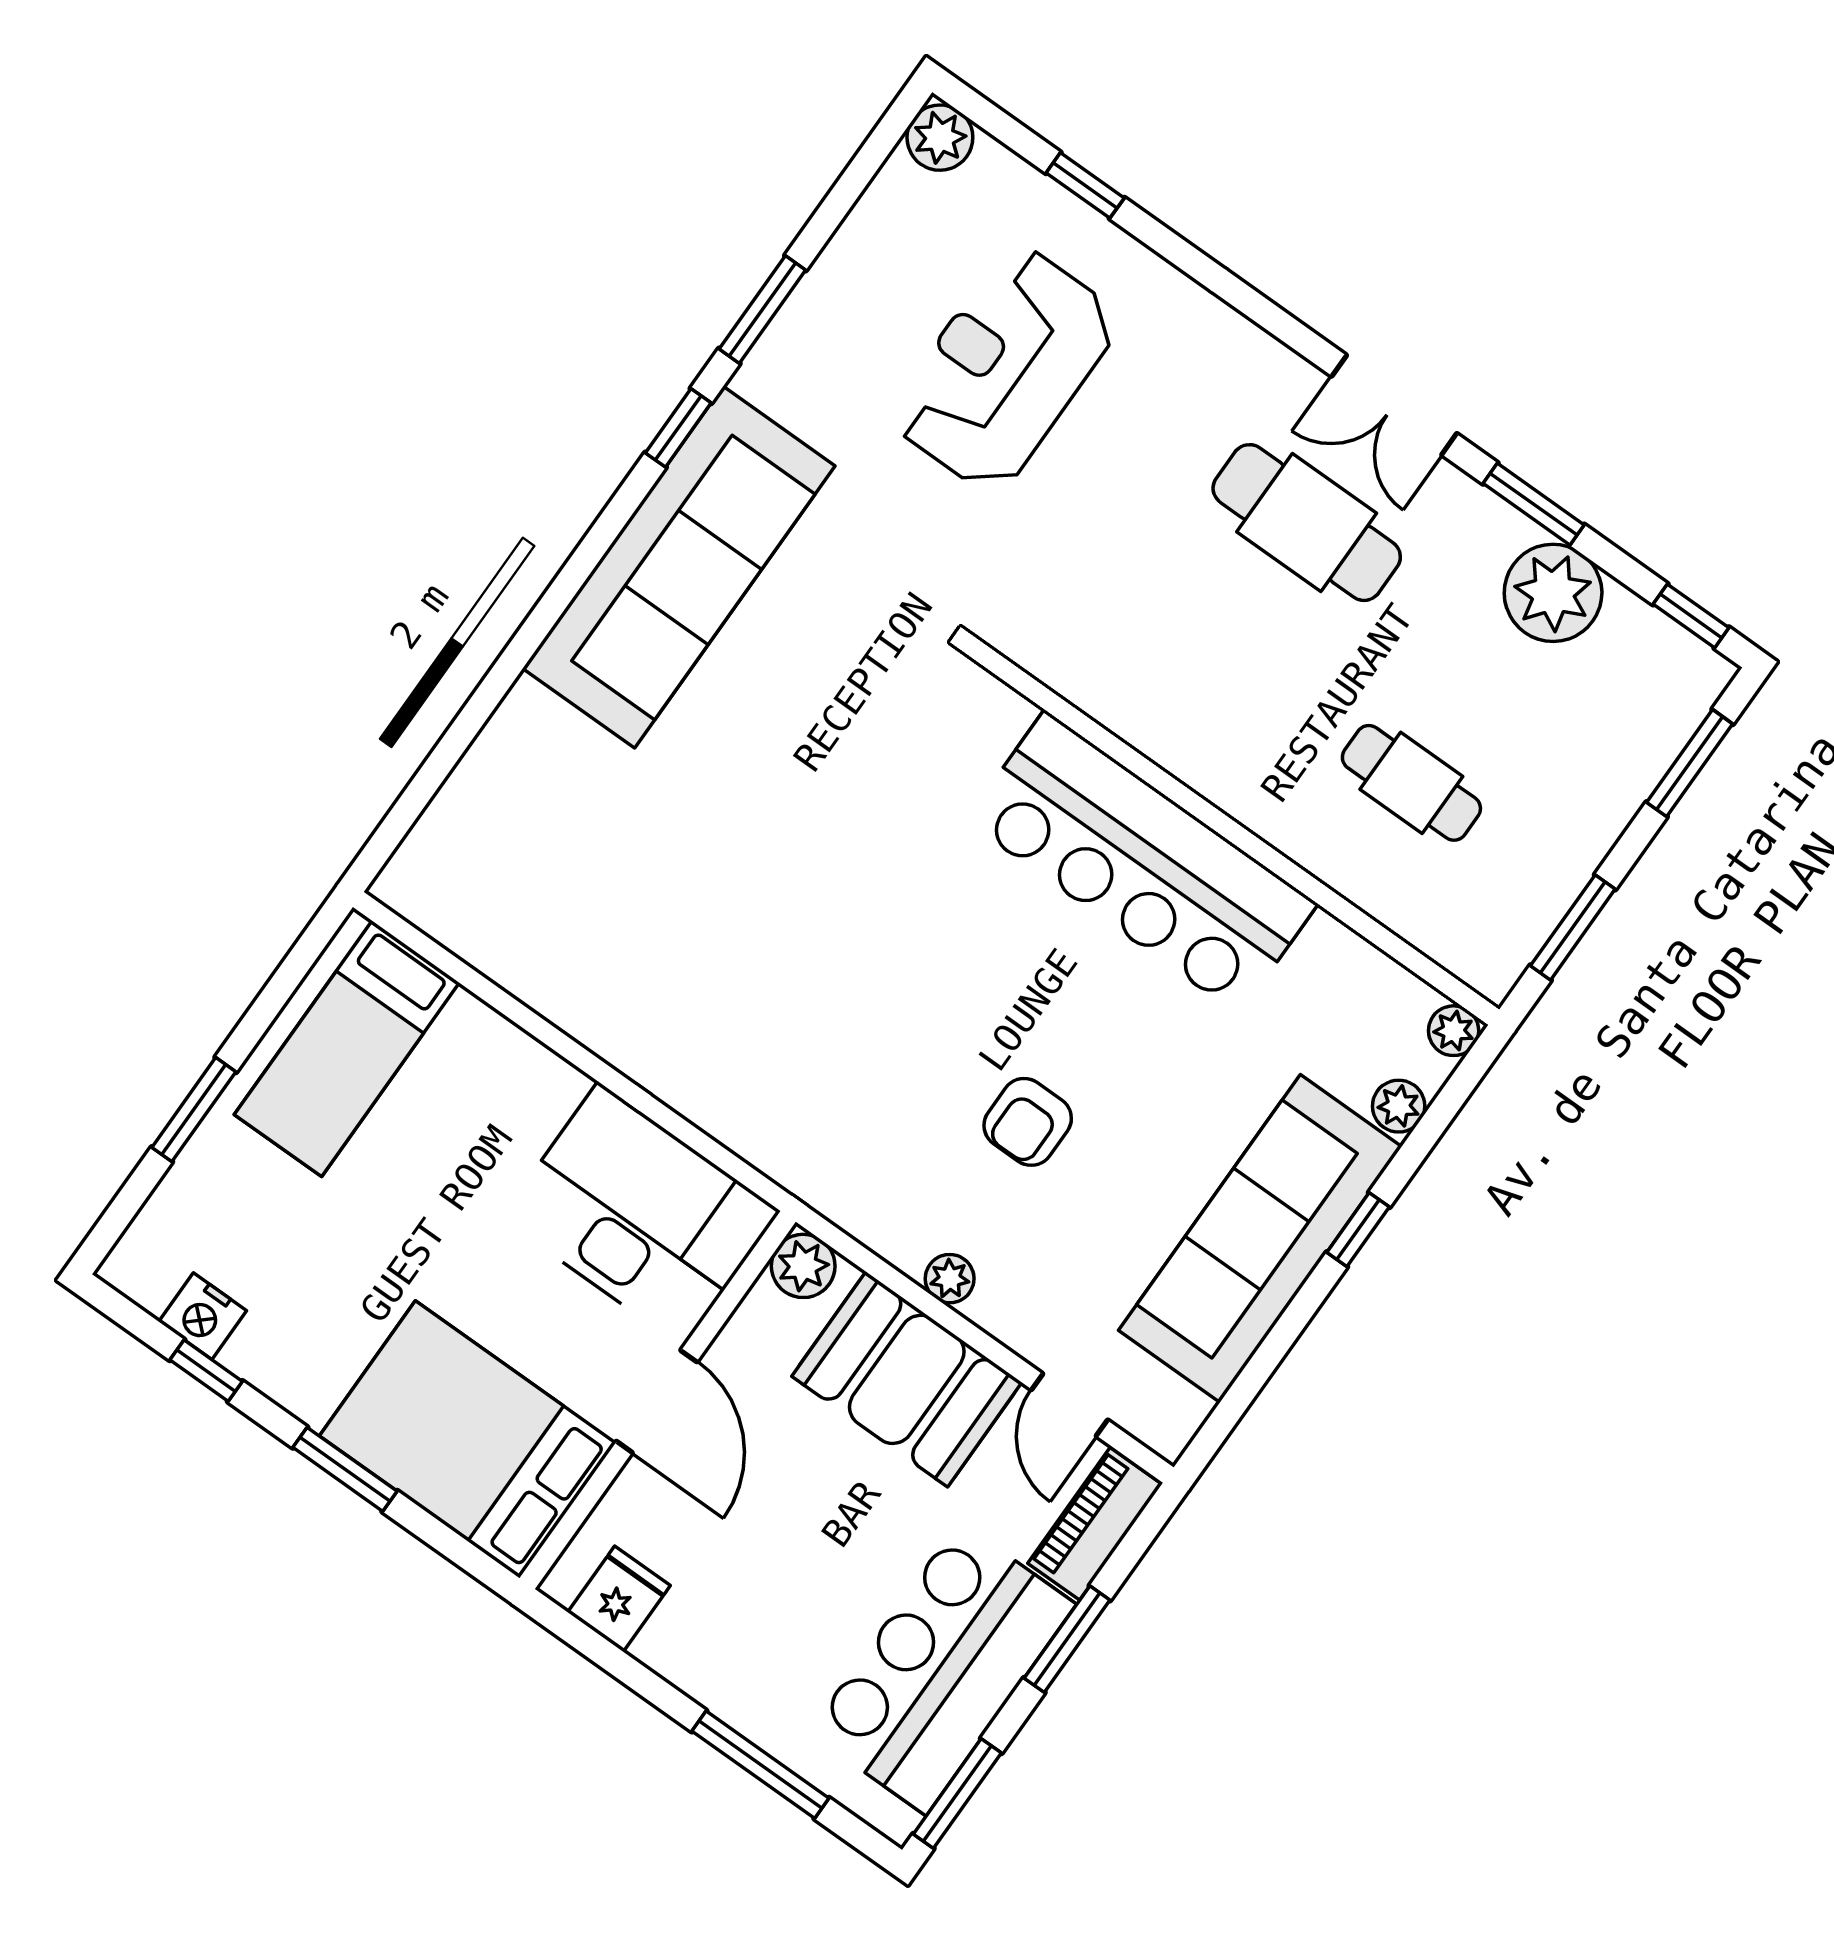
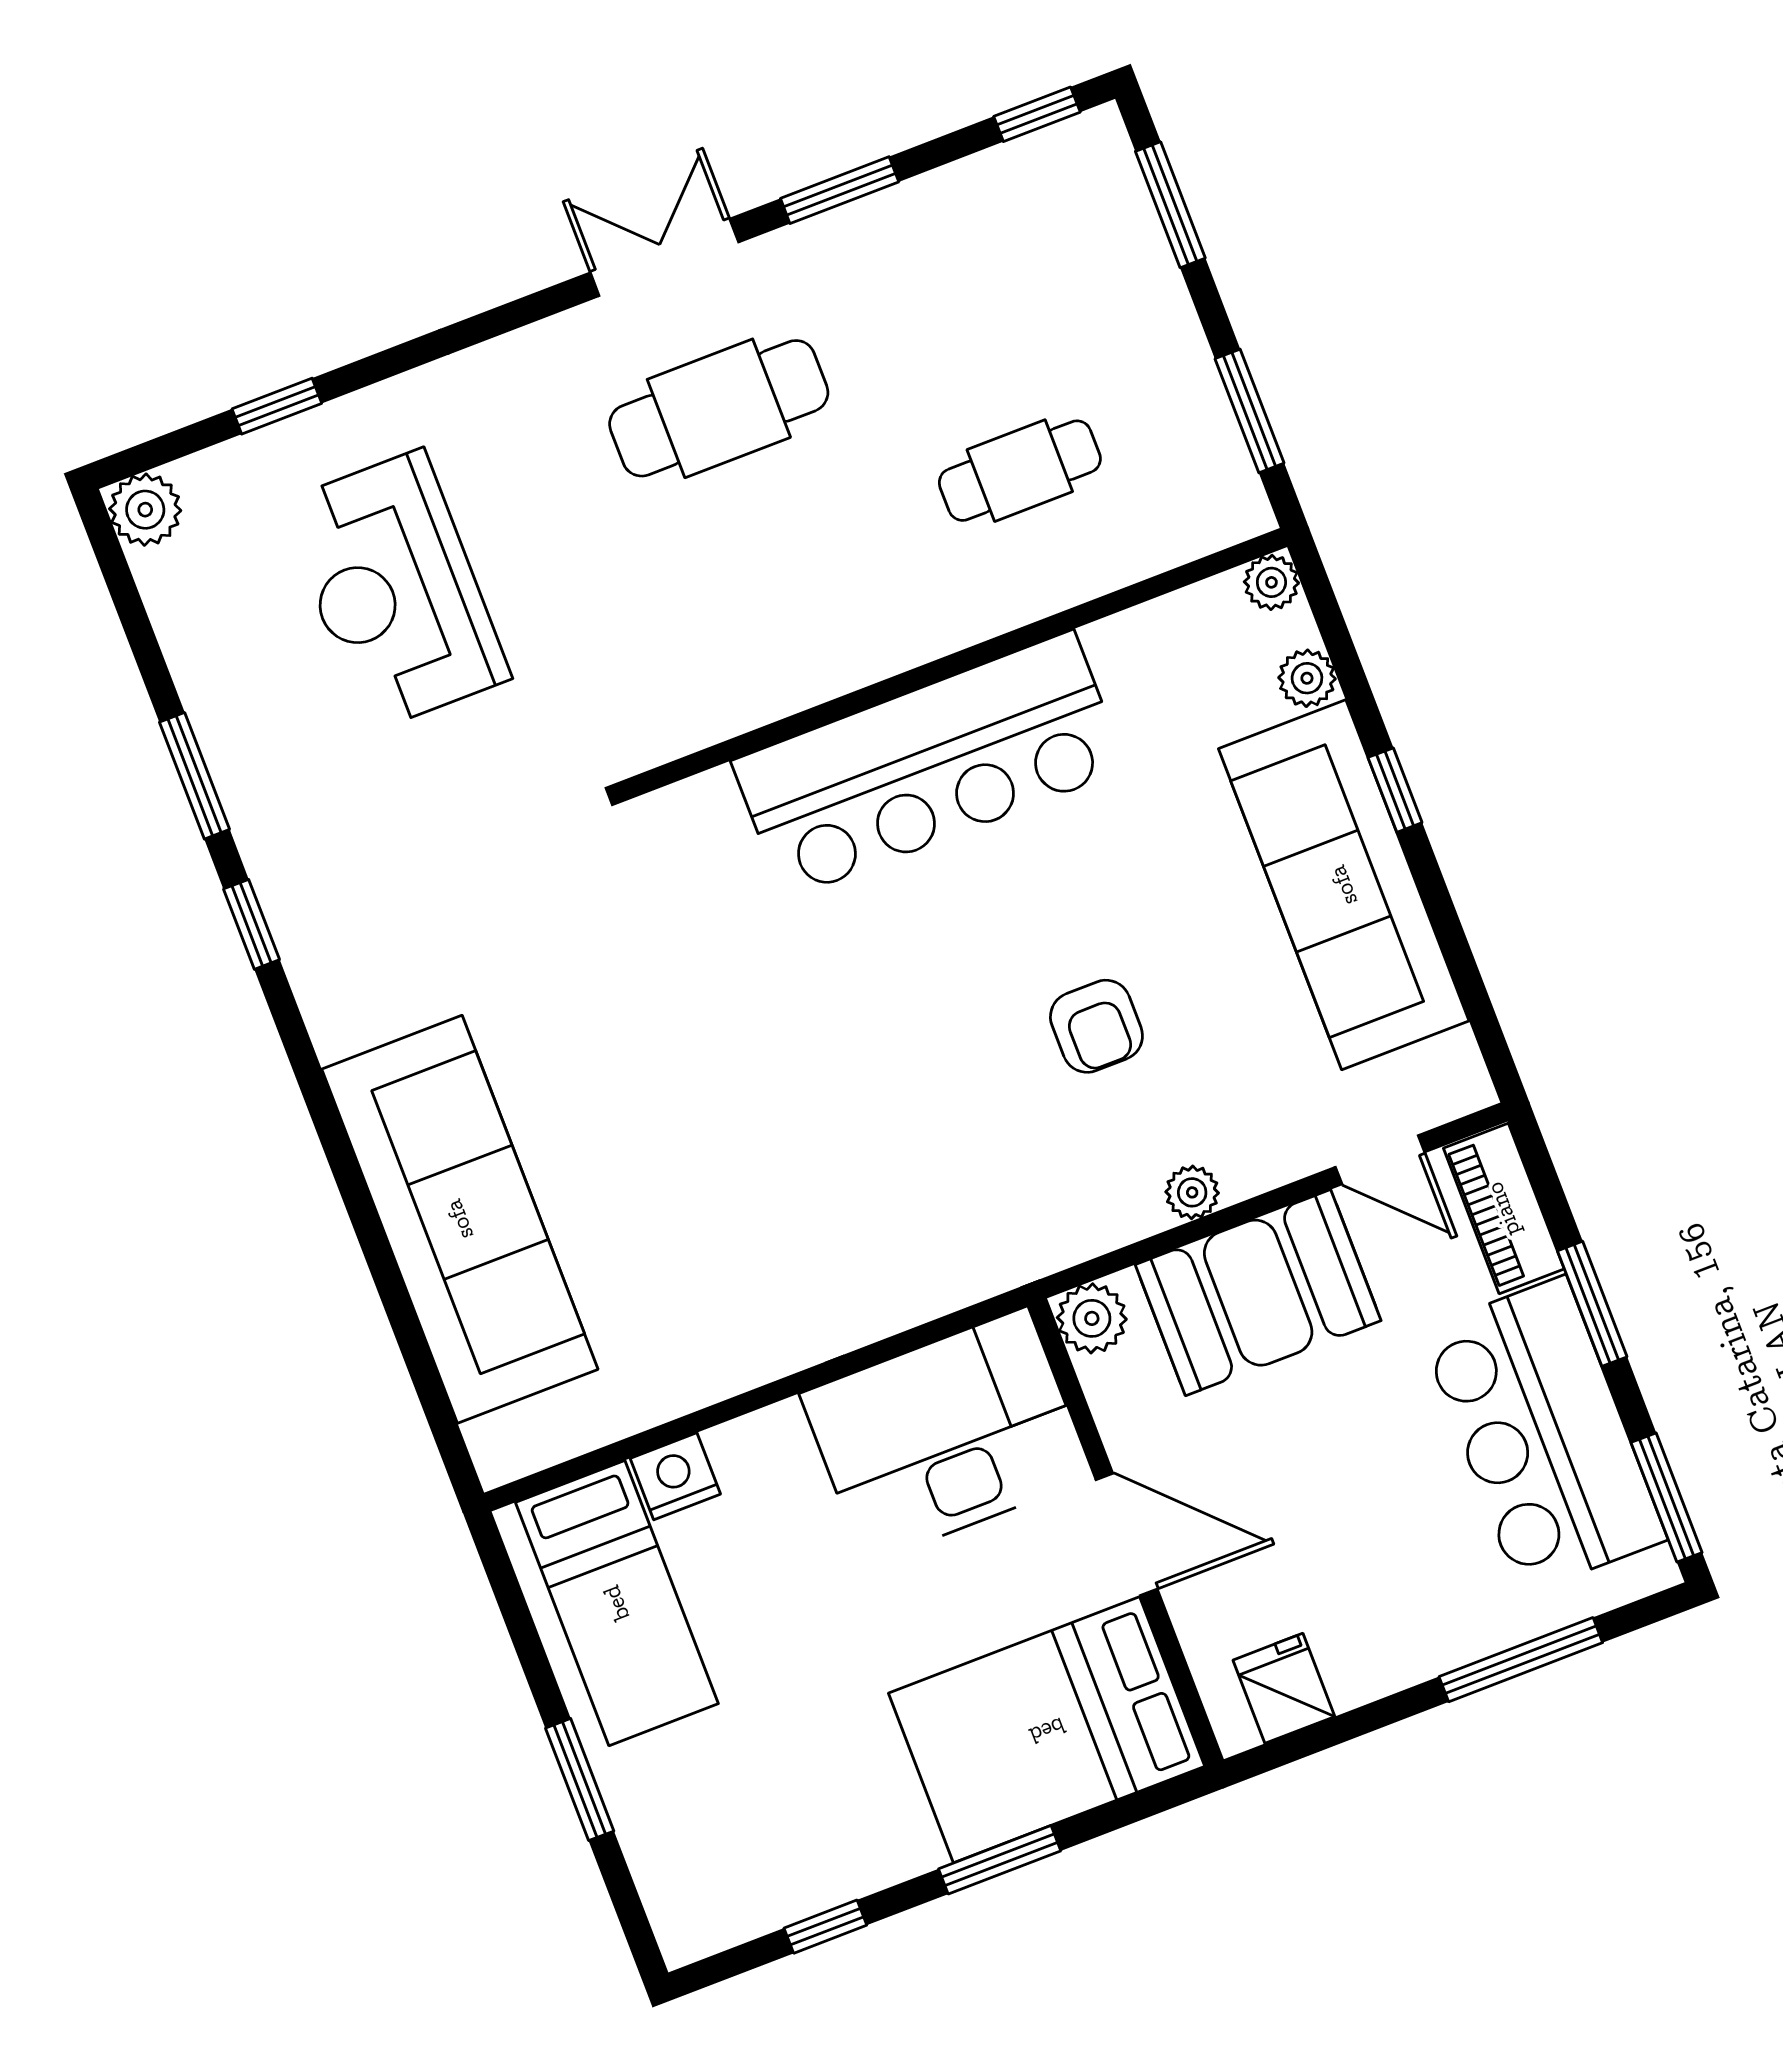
double door: (1394, 405) -> (664, 257), swing flipped
sofa: (679, 567) -> (460, 1219), moved
plant: (1553, 593) -> (932, 226), removed
nightstand: (203, 1316) -> (675, 1476), moved, turned 180

